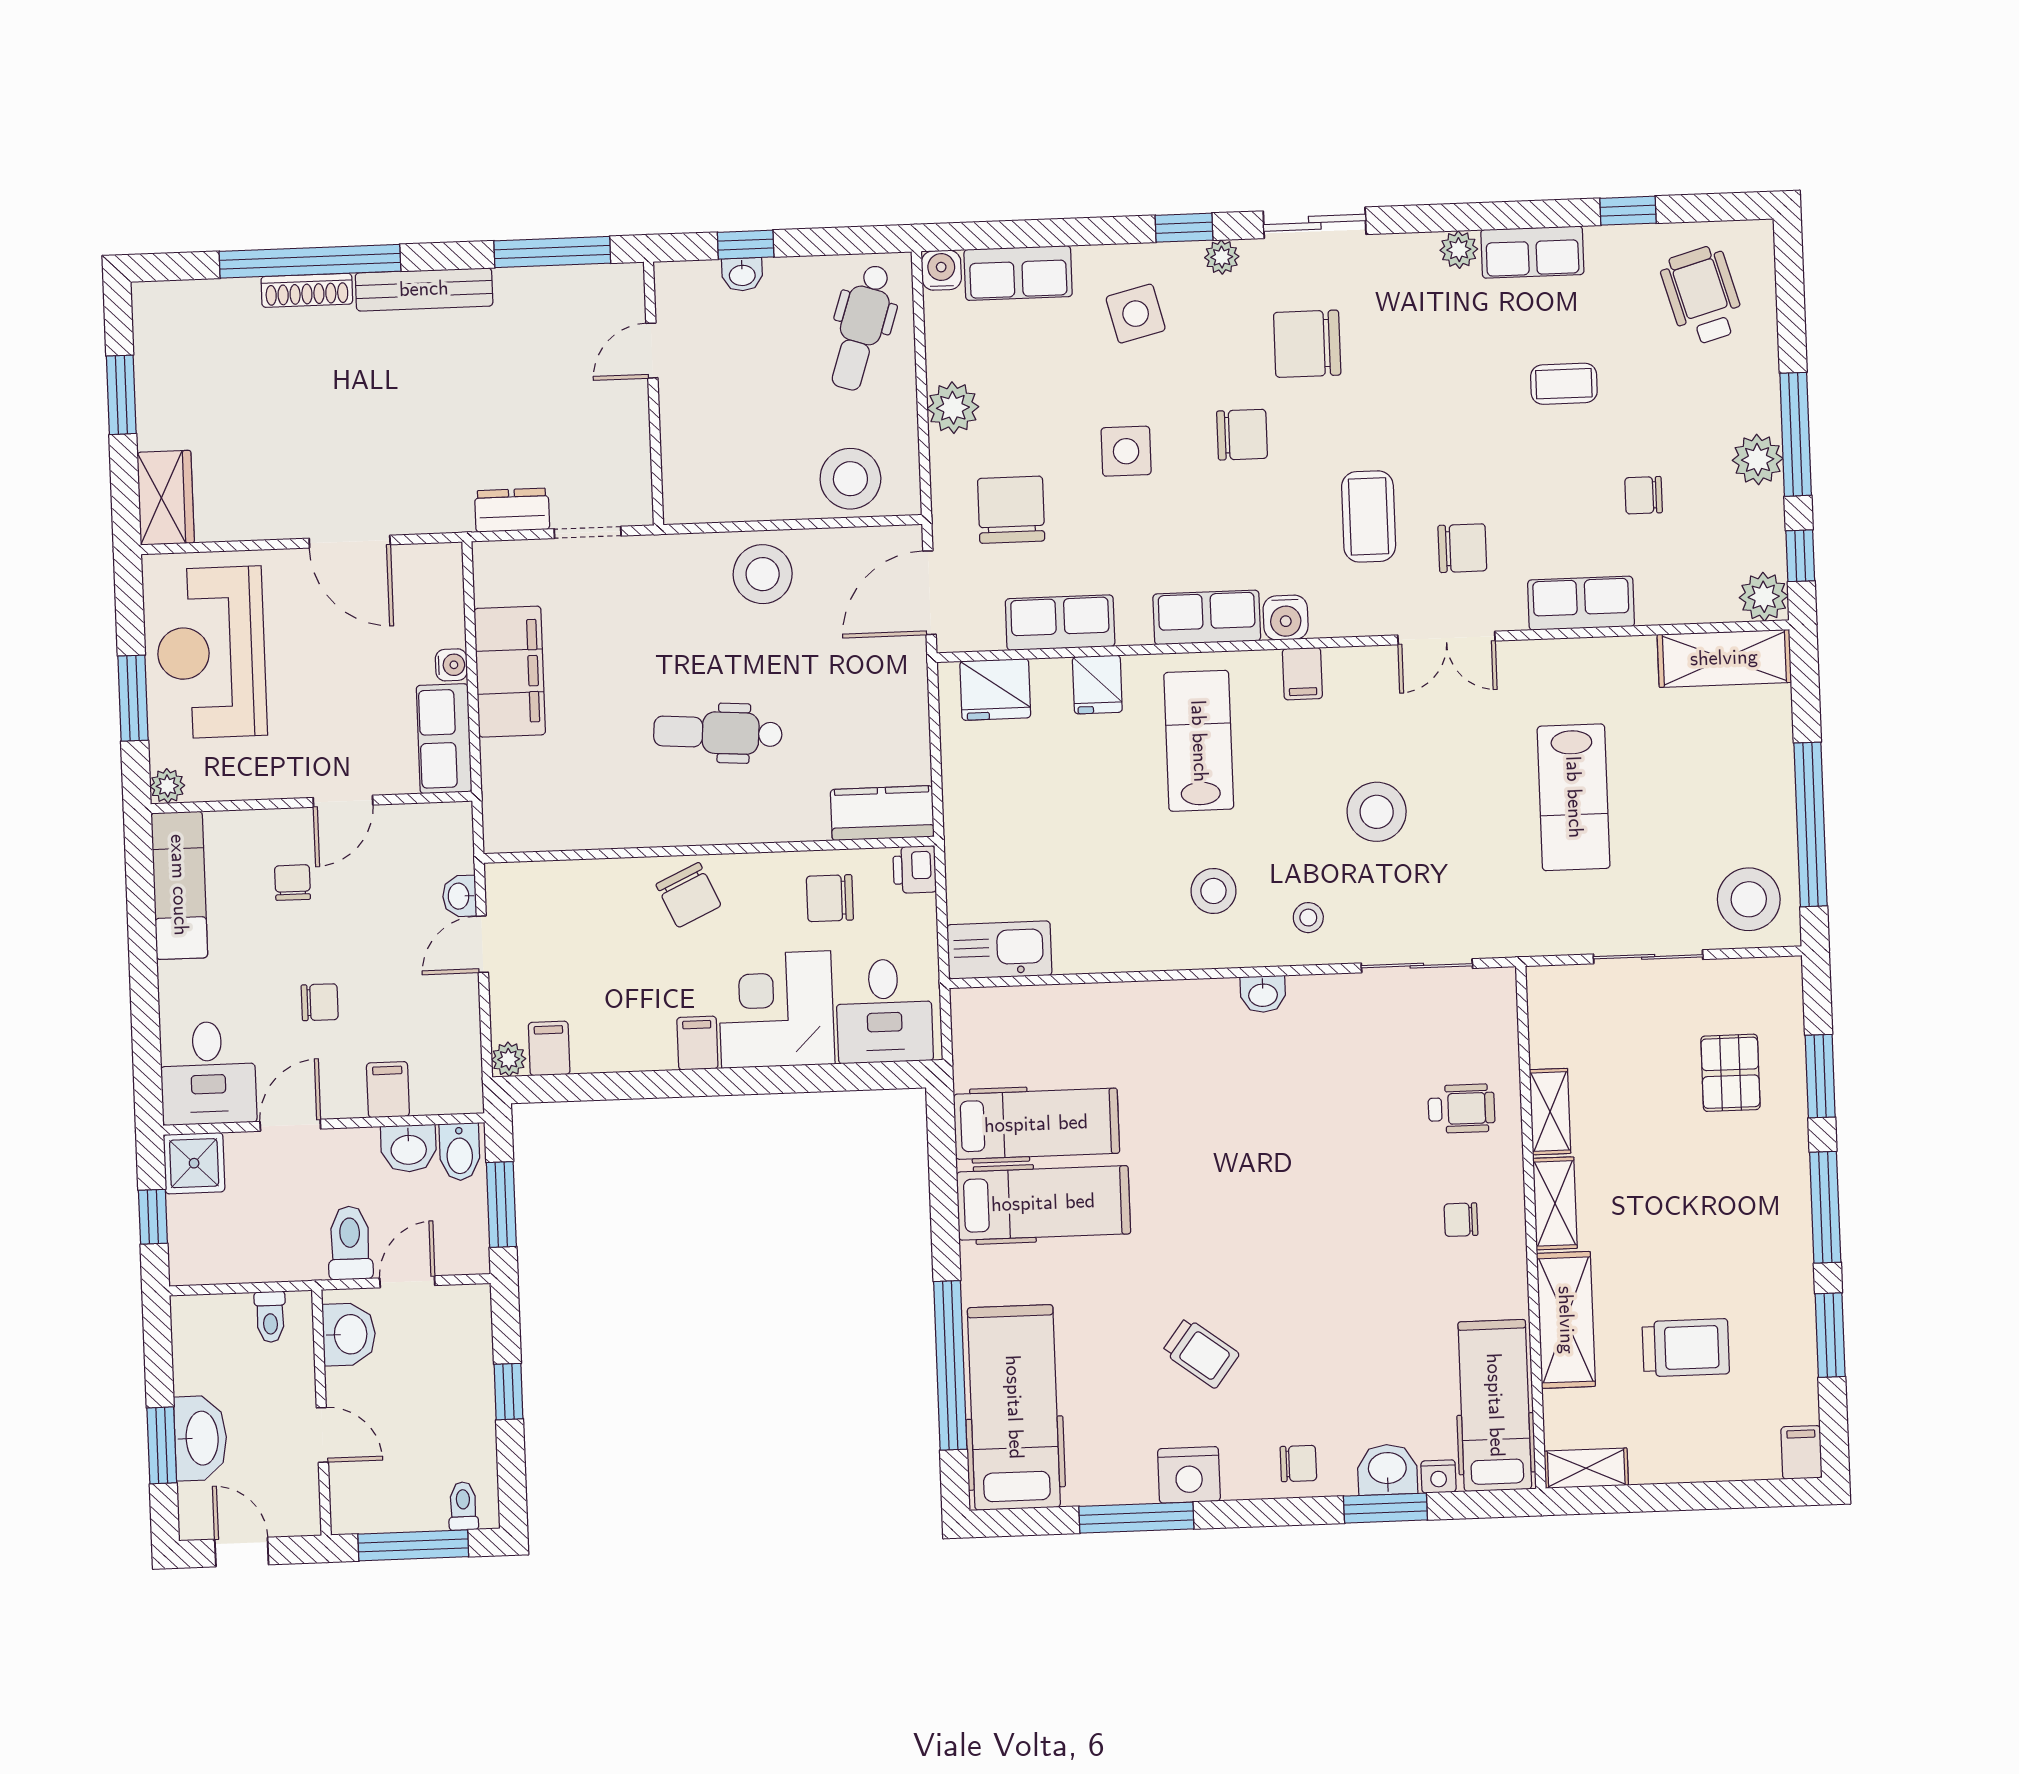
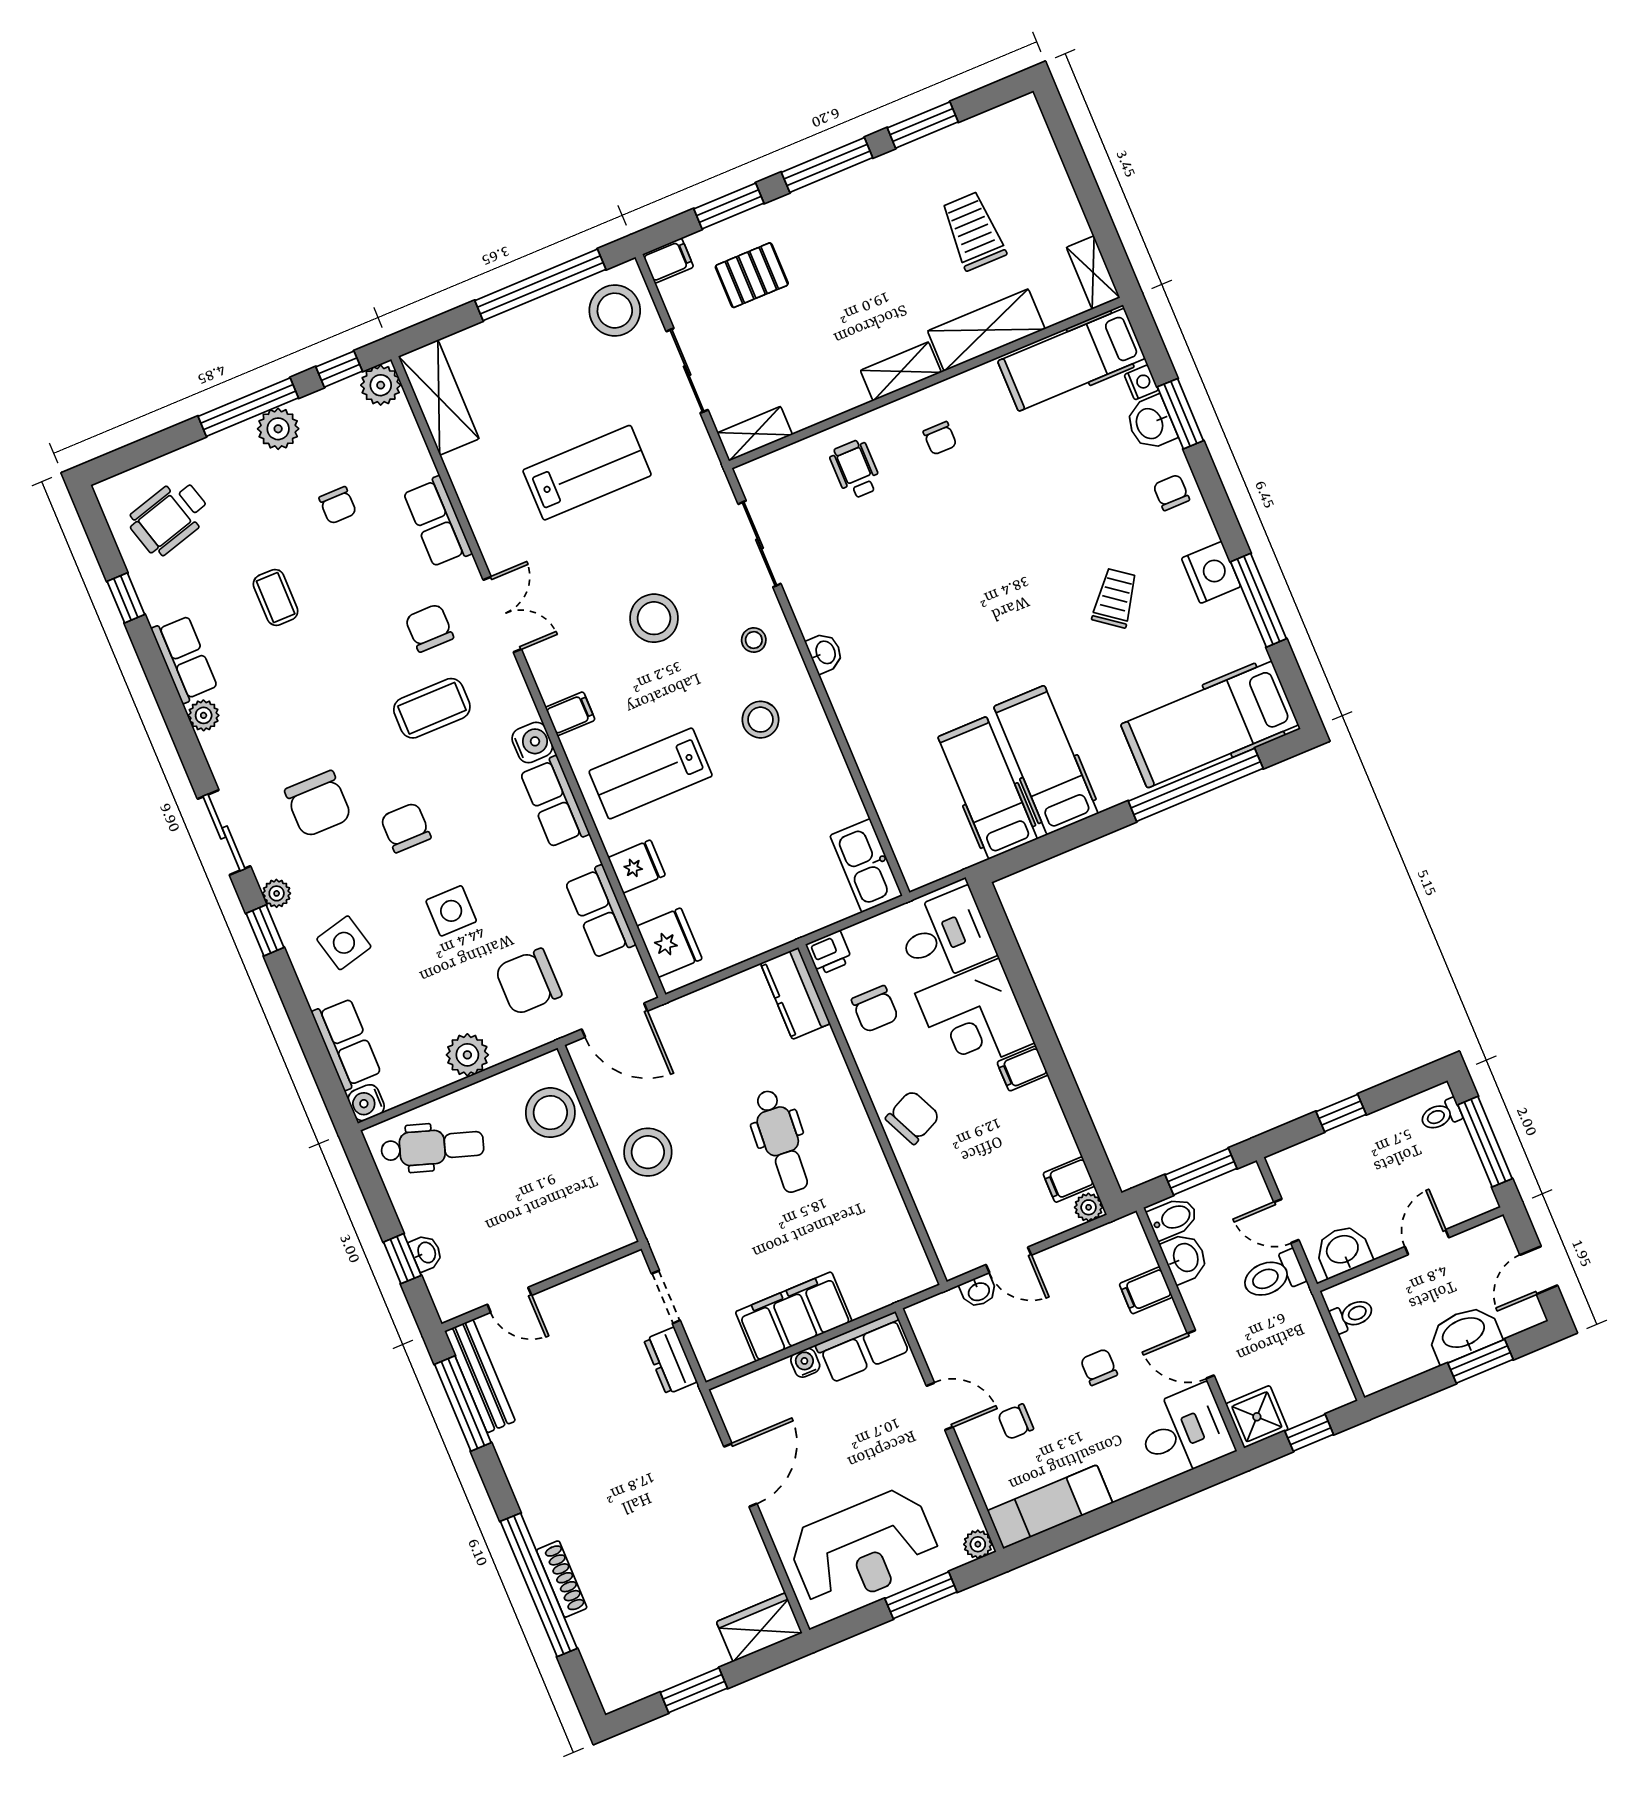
bench: (424, 289) -> (480, 1376), moved
shelving: (1550, 1112) -> (755, 434), moved
filing cabinet: (1802, 1452) -> (668, 261), moved, turned 180

